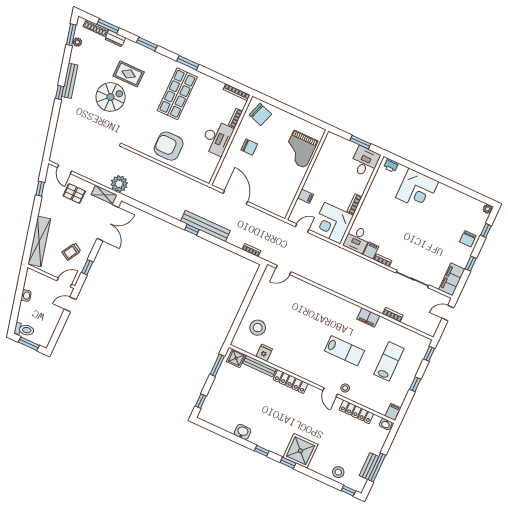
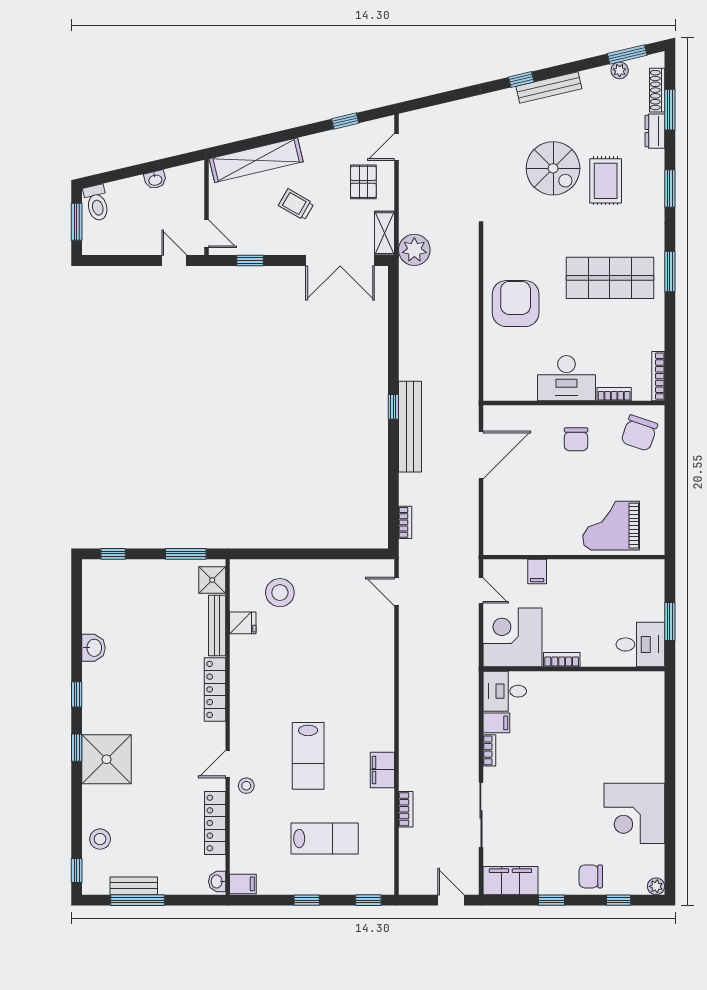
printer: (391, 165) -> (655, 691), removed
corner desk: (417, 190) -> (634, 813), moved
trolley: (71, 252) -> (296, 205), moved

